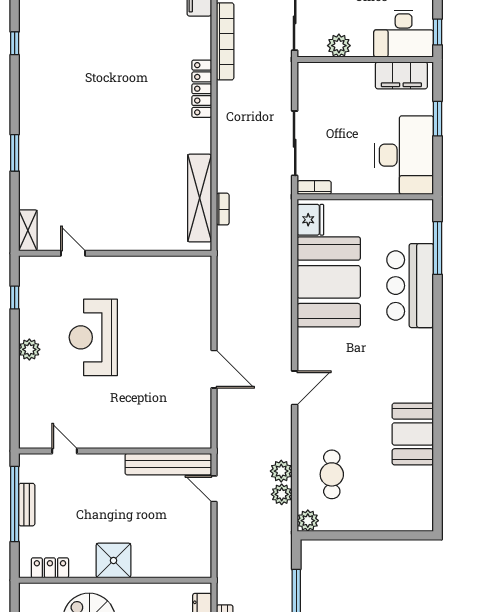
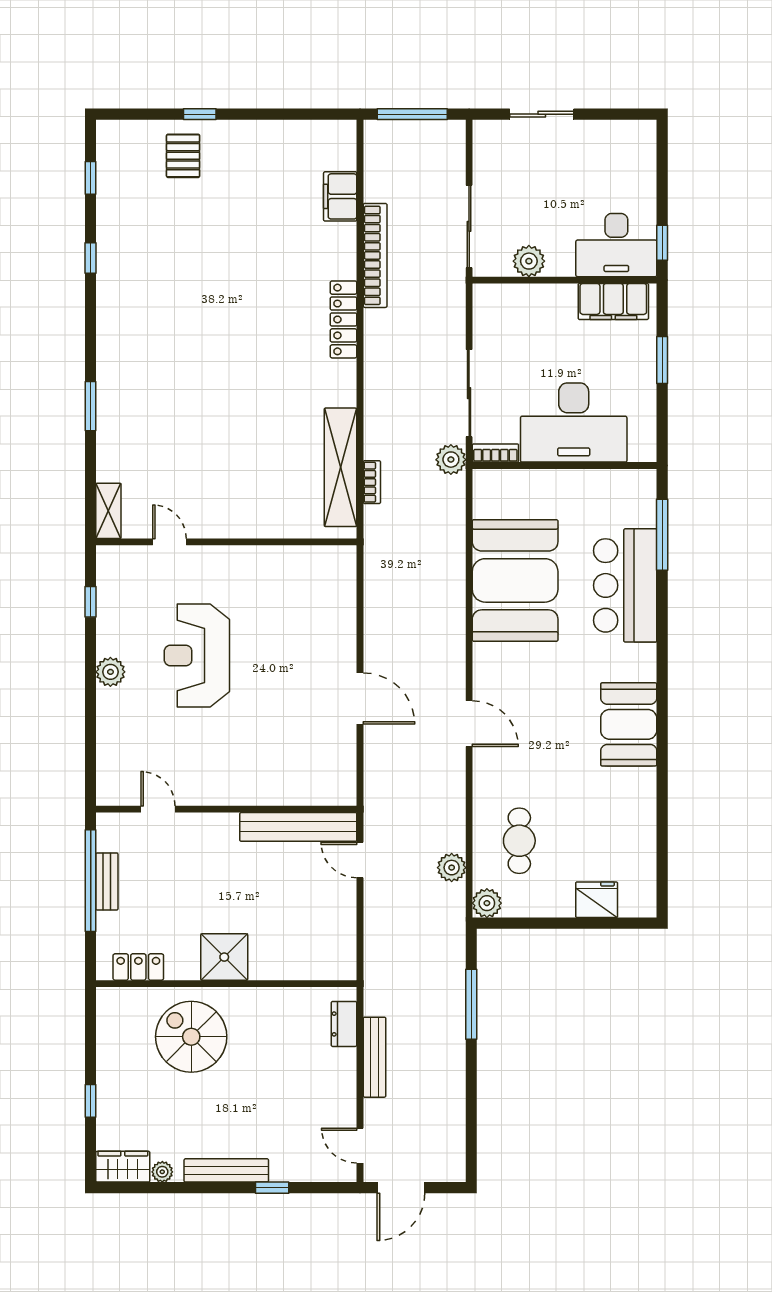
desk: (404, 155) -> (574, 422), moved, turned 90
fridge: (310, 220) -> (597, 900), moved, turned -90
door: (295, 388) -> (469, 724), hinge flipped
booth: (413, 434) -> (629, 724), moved
plant: (281, 471) -> (451, 460), moved

